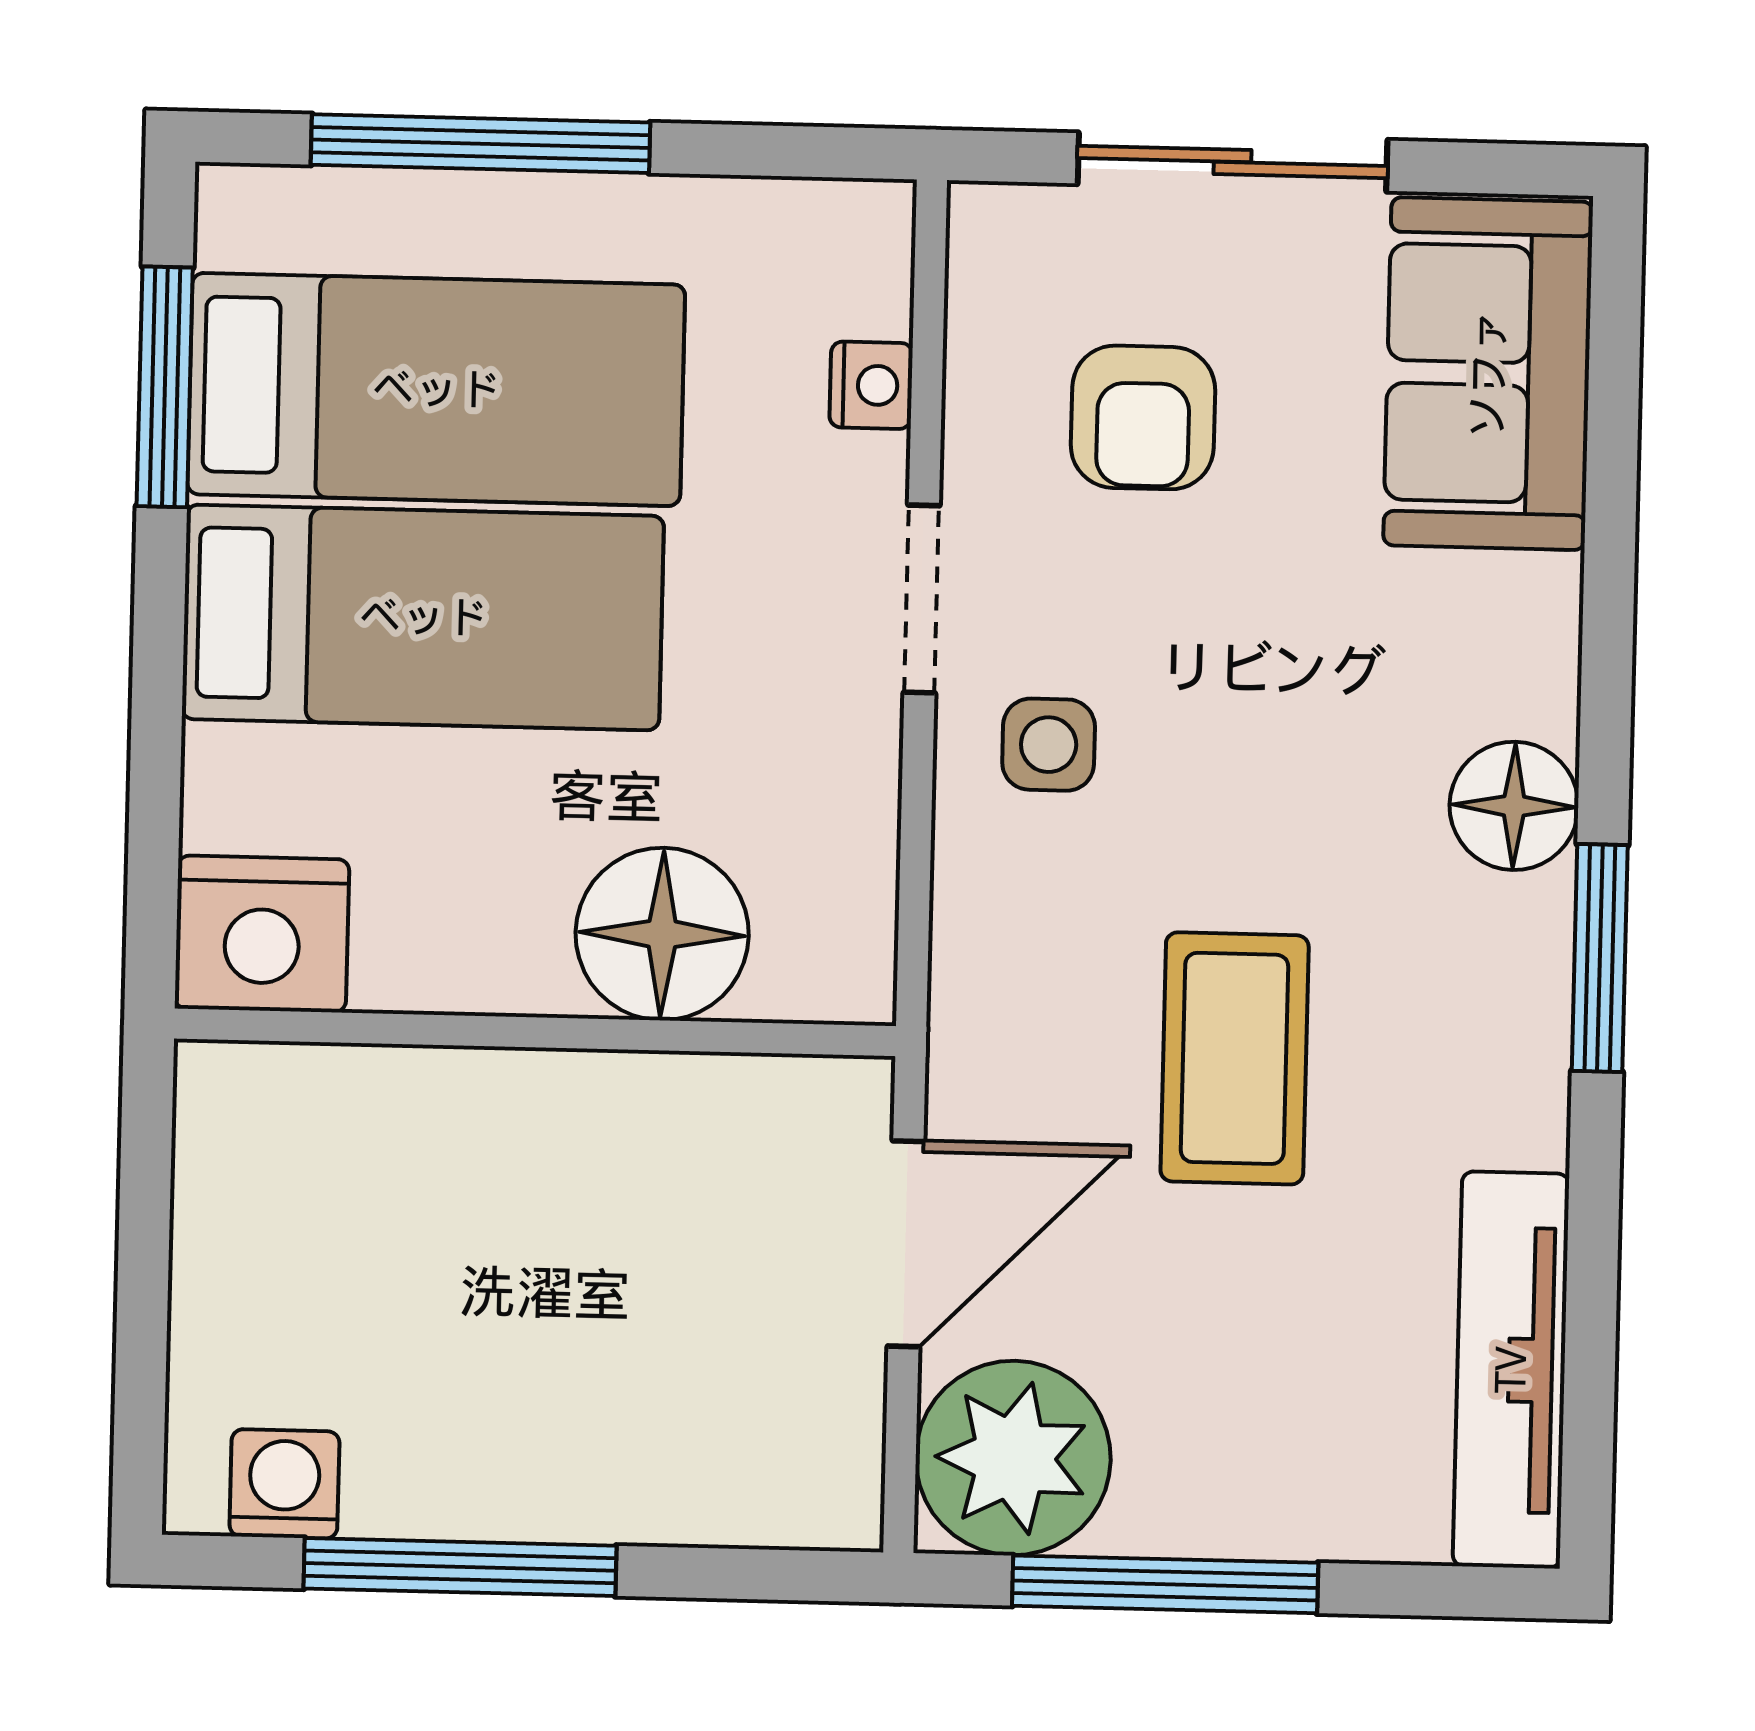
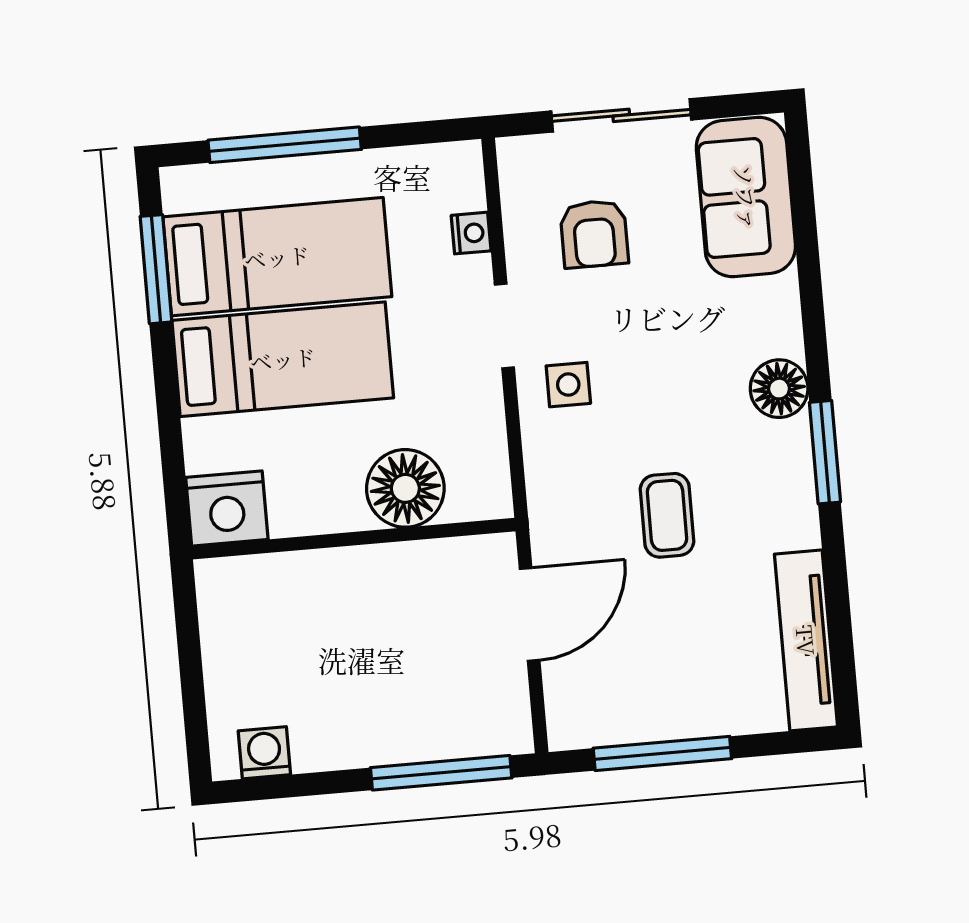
coffee table: (1235, 1058) -> (667, 515), width x0.73, depth x0.77
plant: (1013, 1458) -> (588, 705), removed
window: (460, 1567) -> (441, 773), moved

